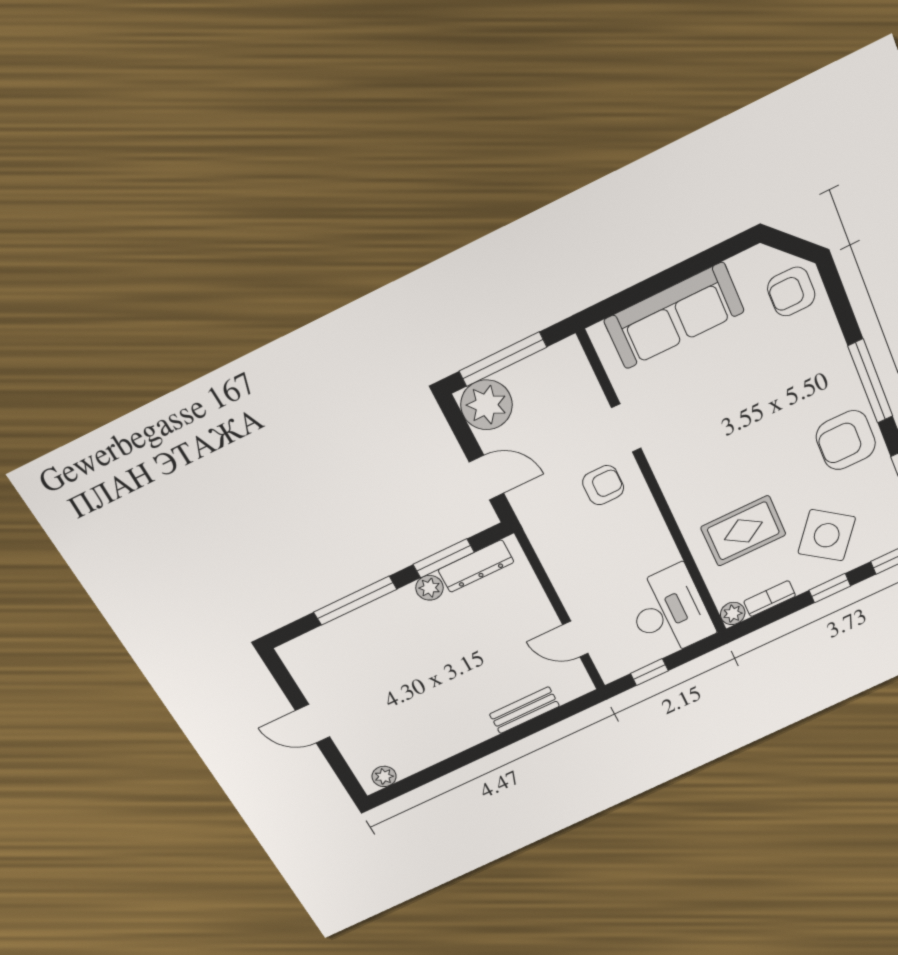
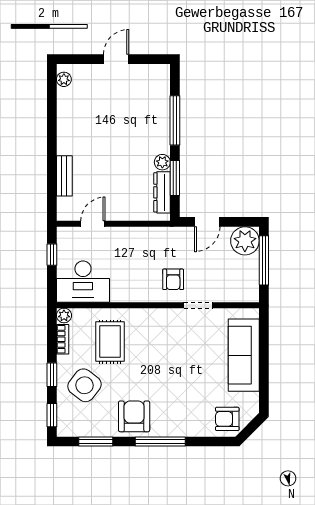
armchair: (791, 292) -> (227, 419), turned -90

